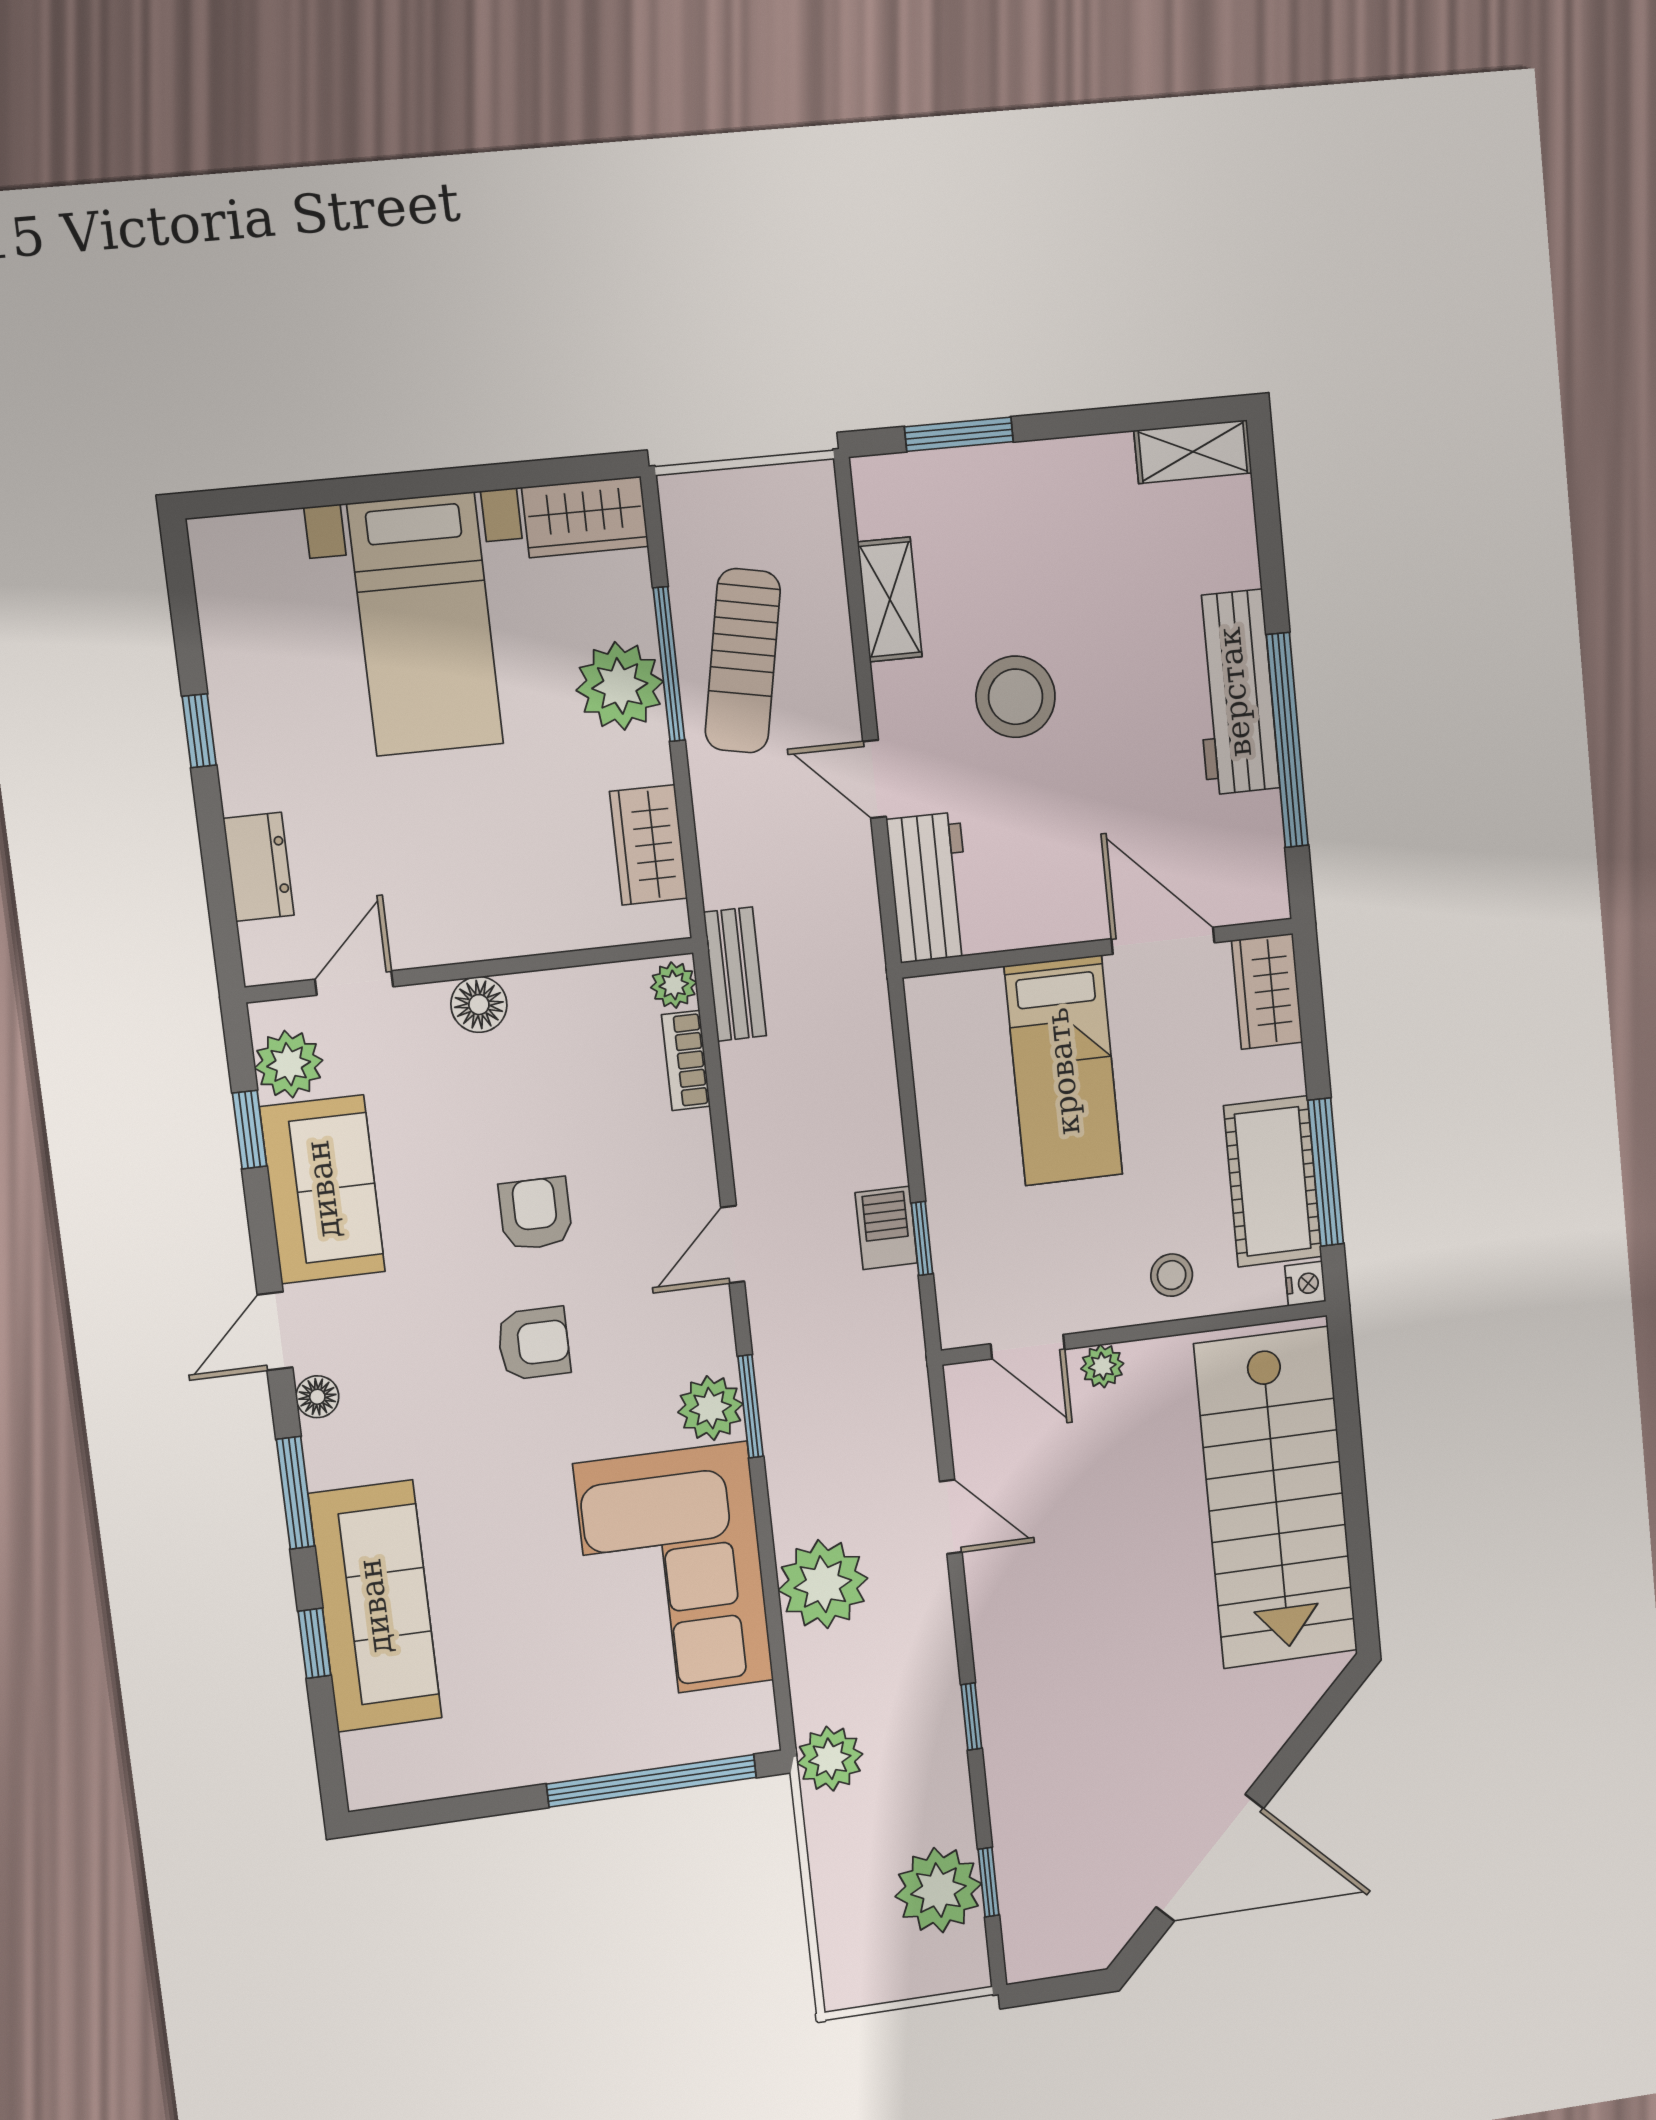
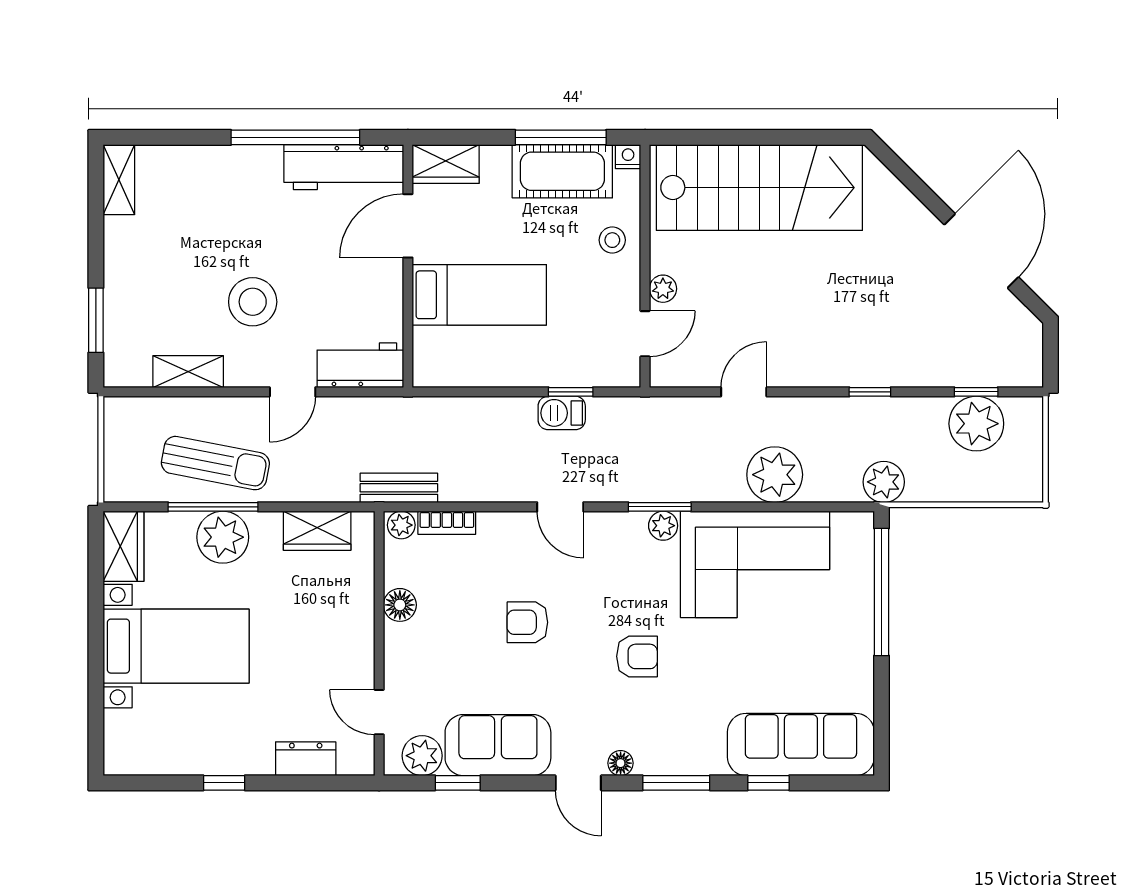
workbench: (1235, 692) -> (344, 167), moved
floor lamp: (479, 1005) -> (400, 605), moved
armchair: (534, 1343) -> (637, 656), moved, turned 90
plant: (710, 1408) -> (663, 526), width x0.73, depth x0.73
sofa: (375, 1606) -> (801, 745), moved

